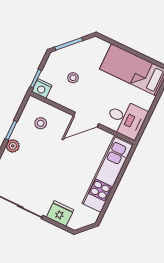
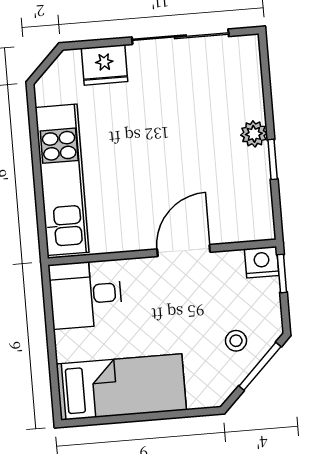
stool: (73, 78) -> (236, 341), moved
door: (86, 120) -> (184, 251), moved
stool: (41, 123) -> (229, 201), removed

